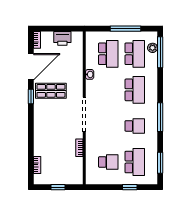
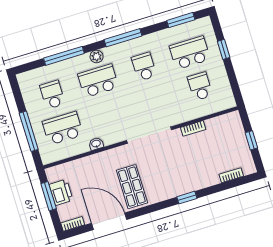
window: (62, 29) -> (49, 196), added
window: (125, 29) -> (29, 131), moved
plant: (153, 48) -> (97, 56), moved
window: (160, 52) -> (64, 56), moved
school desk: (135, 54) -> (52, 95), width x0.54
window: (31, 97) -> (187, 198), moved

